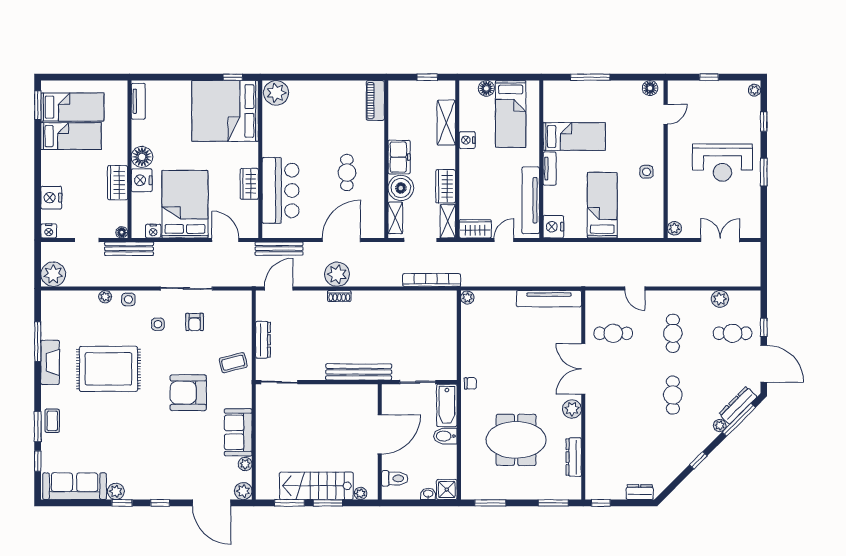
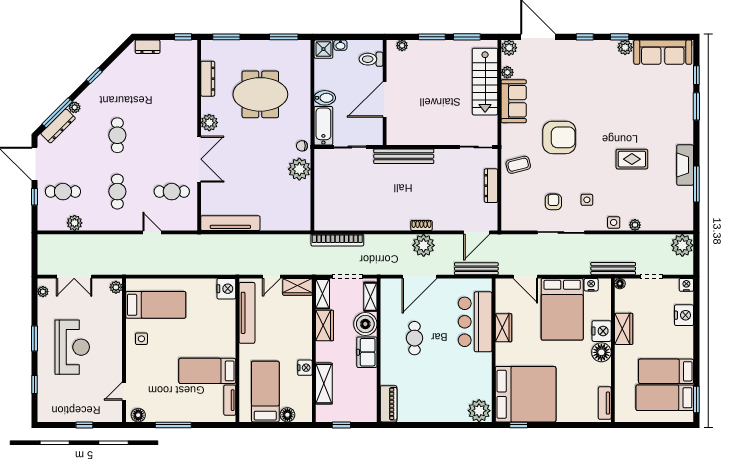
window: (590, 77) -> (173, 425), moved
plant: (755, 90) -> (43, 292), moved
reception desk: (722, 163) -> (72, 347), turned 90
tv unit: (550, 169) -> (230, 400), moved
bed: (602, 205) -> (156, 305), moved, turned -90
plant: (467, 298) -> (299, 169), moved, width x1.88, depth x1.88
rug: (108, 369) -> (632, 159), width x0.54, depth x0.49
coffee table: (52, 421) -> (683, 112), removed
stairs: (316, 486) -> (485, 82), moved, turned 90

